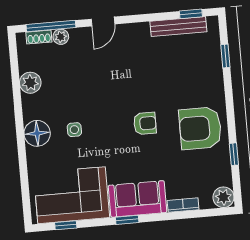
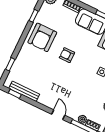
door: (103, 22) -> (58, 115), hinge flipped
armchair: (200, 128) -> (42, 37), turned 90

